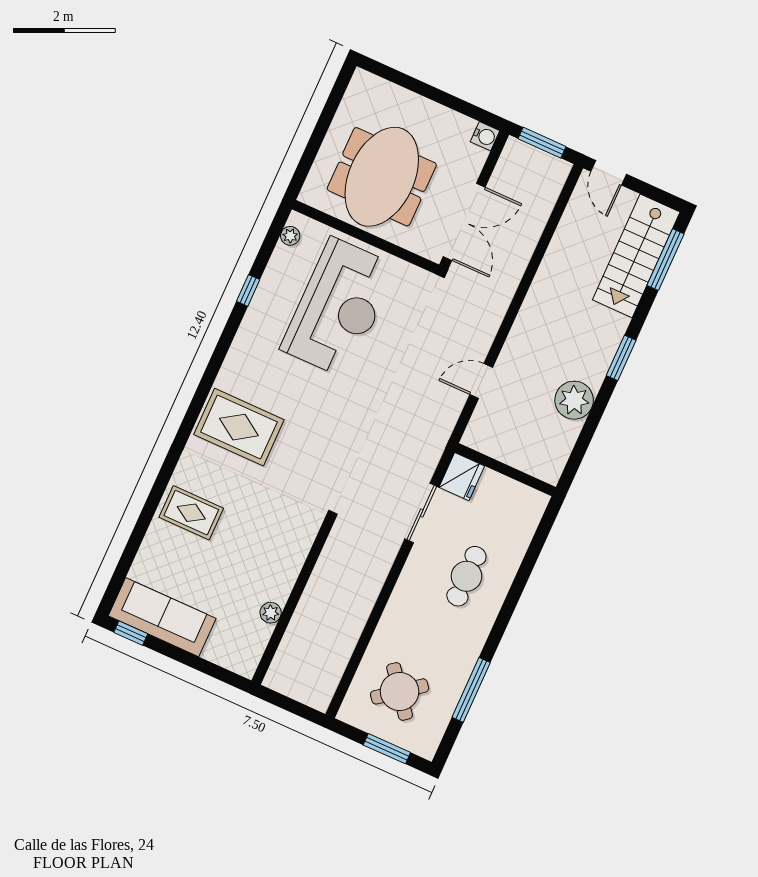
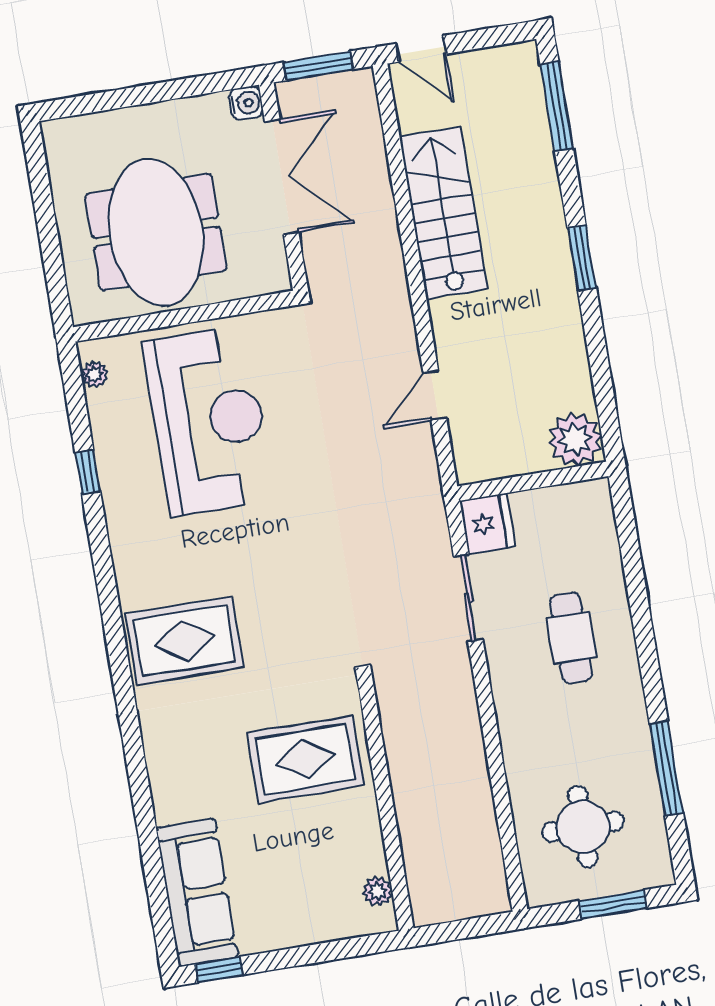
double door: (464, 222) -> (282, 177), moved
stairs: (636, 256) -> (443, 213), moved, turned 180
plant: (574, 400) -> (575, 439), moved
rug: (191, 513) -> (305, 759), moved, width x1.36, depth x1.43
plant: (271, 613) -> (378, 891), moved
sofa: (162, 617) -> (197, 893), moved, turned 90
round table: (400, 691) -> (583, 827), turned 38

